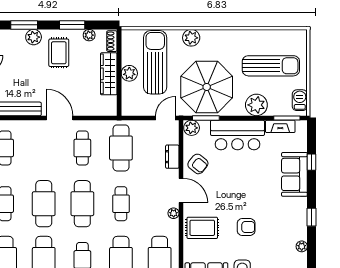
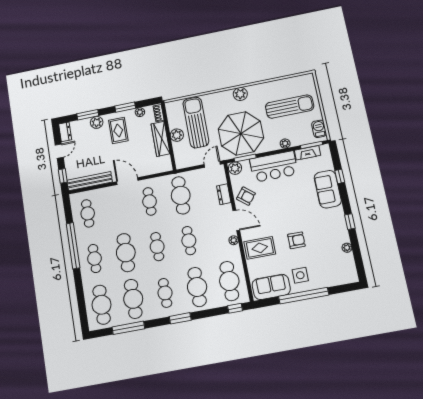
plant: (191, 38) -> (240, 94), moved
plant: (256, 105) -> (285, 144), width x0.53, depth x0.53
cafe table: (82, 204) -> (157, 247), width x0.73, depth x0.74

